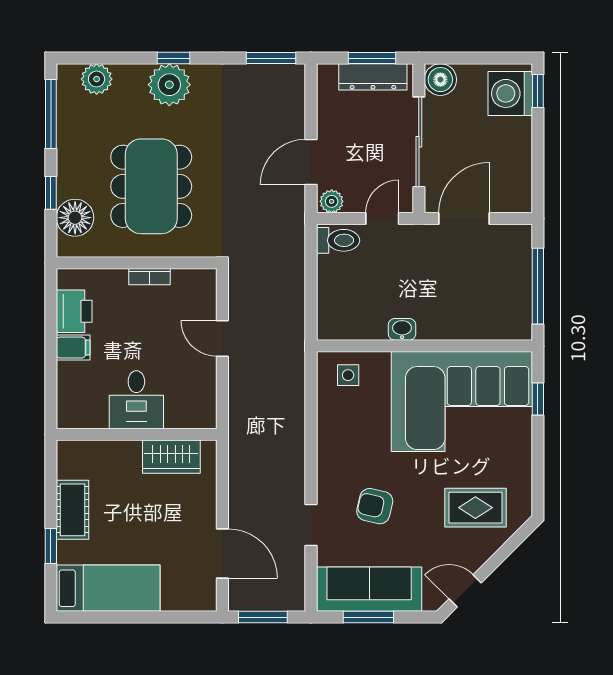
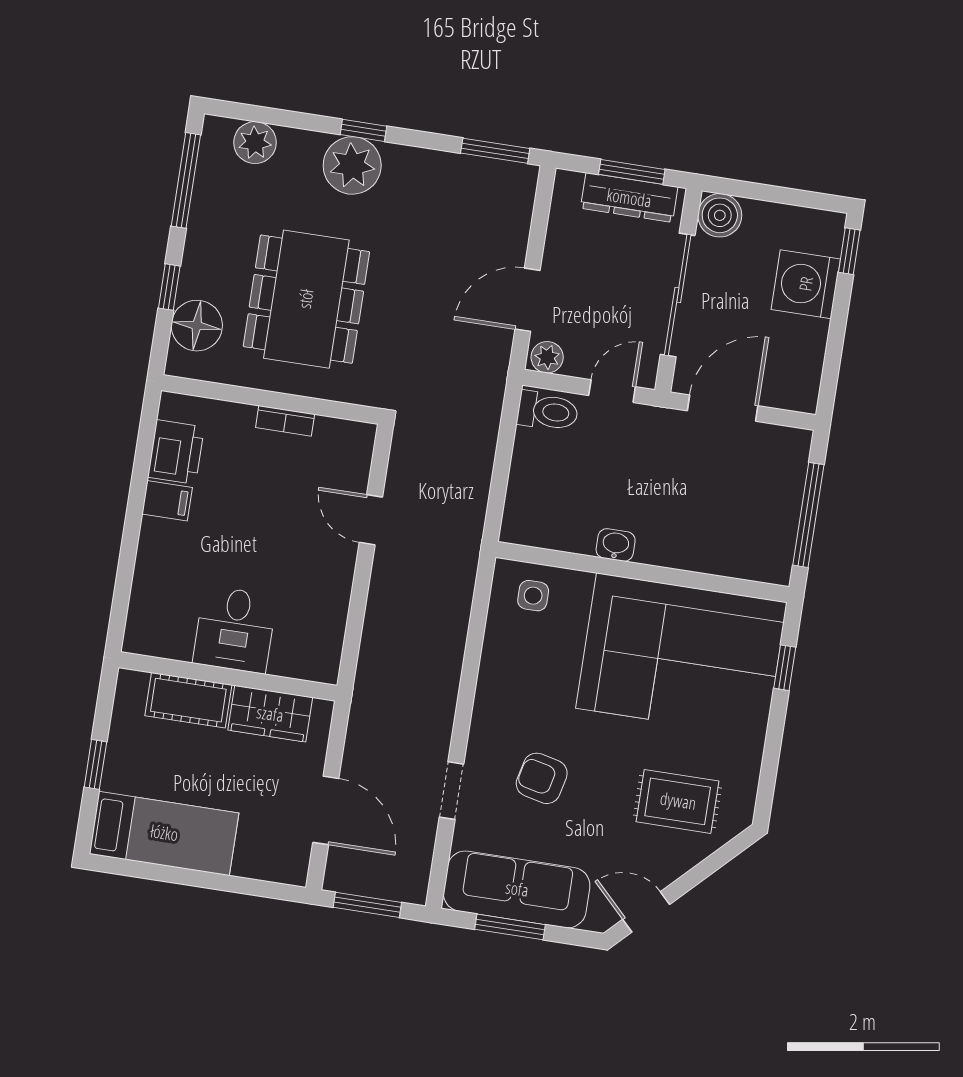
washing machine: (510, 93) -> (806, 284), moved
desk: (136, 400) -> (235, 629), moved
wall: (137, 434) -> (228, 676), moved
wardrobe: (171, 457) -> (270, 714), moved
cot: (72, 510) -> (188, 700), moved, turned 90

